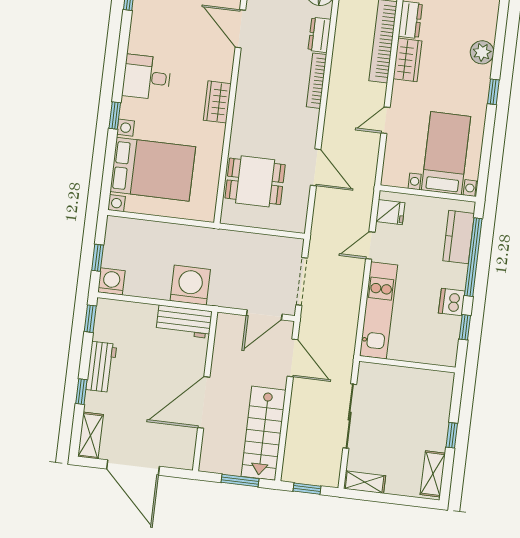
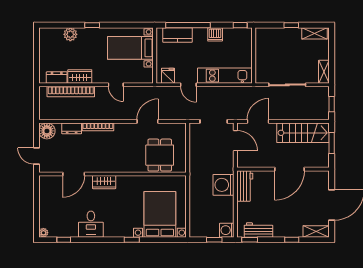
desk: (147, 77) -> (91, 224), moved
wardrobe: (217, 102) -> (104, 182), moved
window: (465, 327) -> (240, 25), moved
workbench: (101, 367) -> (258, 230), moved
door: (204, 402) -> (290, 169), hinge flipped

